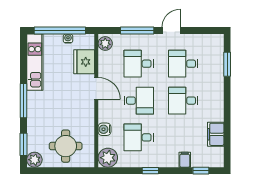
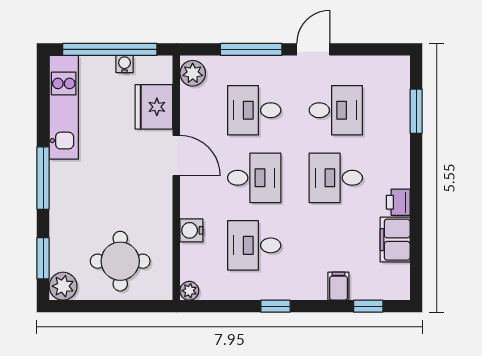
desk: (183, 64) -> (336, 110), turned 180
printer: (217, 114) -> (398, 202), added
plant: (108, 158) -> (189, 291), width x0.53, depth x0.53

